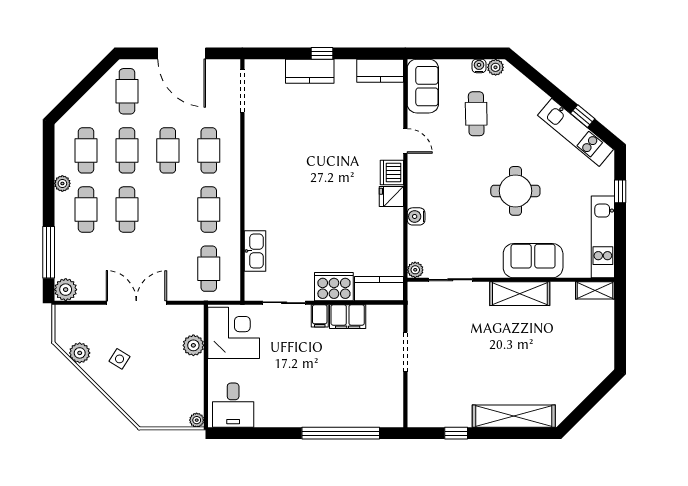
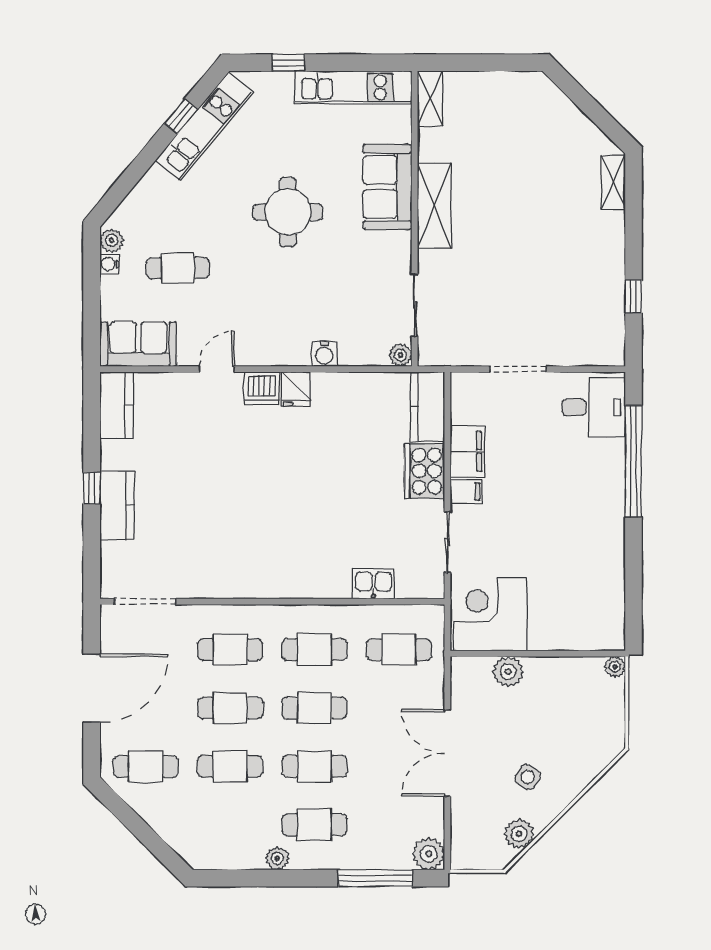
cafe table: (86, 150) -> (314, 708), moved
kitchen sink: (255, 251) -> (374, 584), width x0.73
desk: (233, 405) -> (594, 407), moved
shelving: (514, 416) -> (613, 182), width x0.45, depth x0.75

